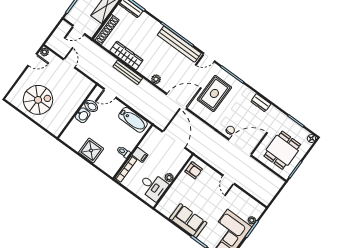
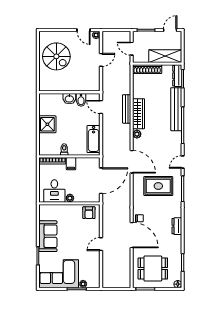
bench: (179, 44) -> (176, 109), moved
wardrobe: (126, 56) -> (138, 114), moved
door: (209, 57) -> (183, 162), hinge flipped

